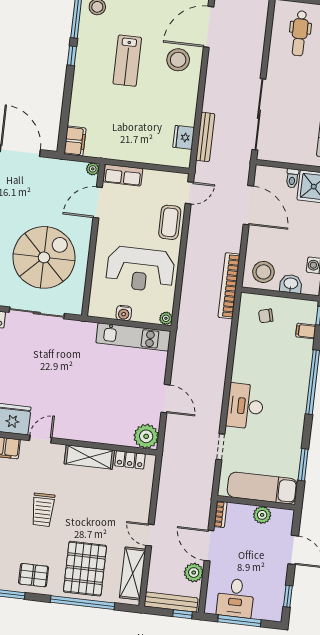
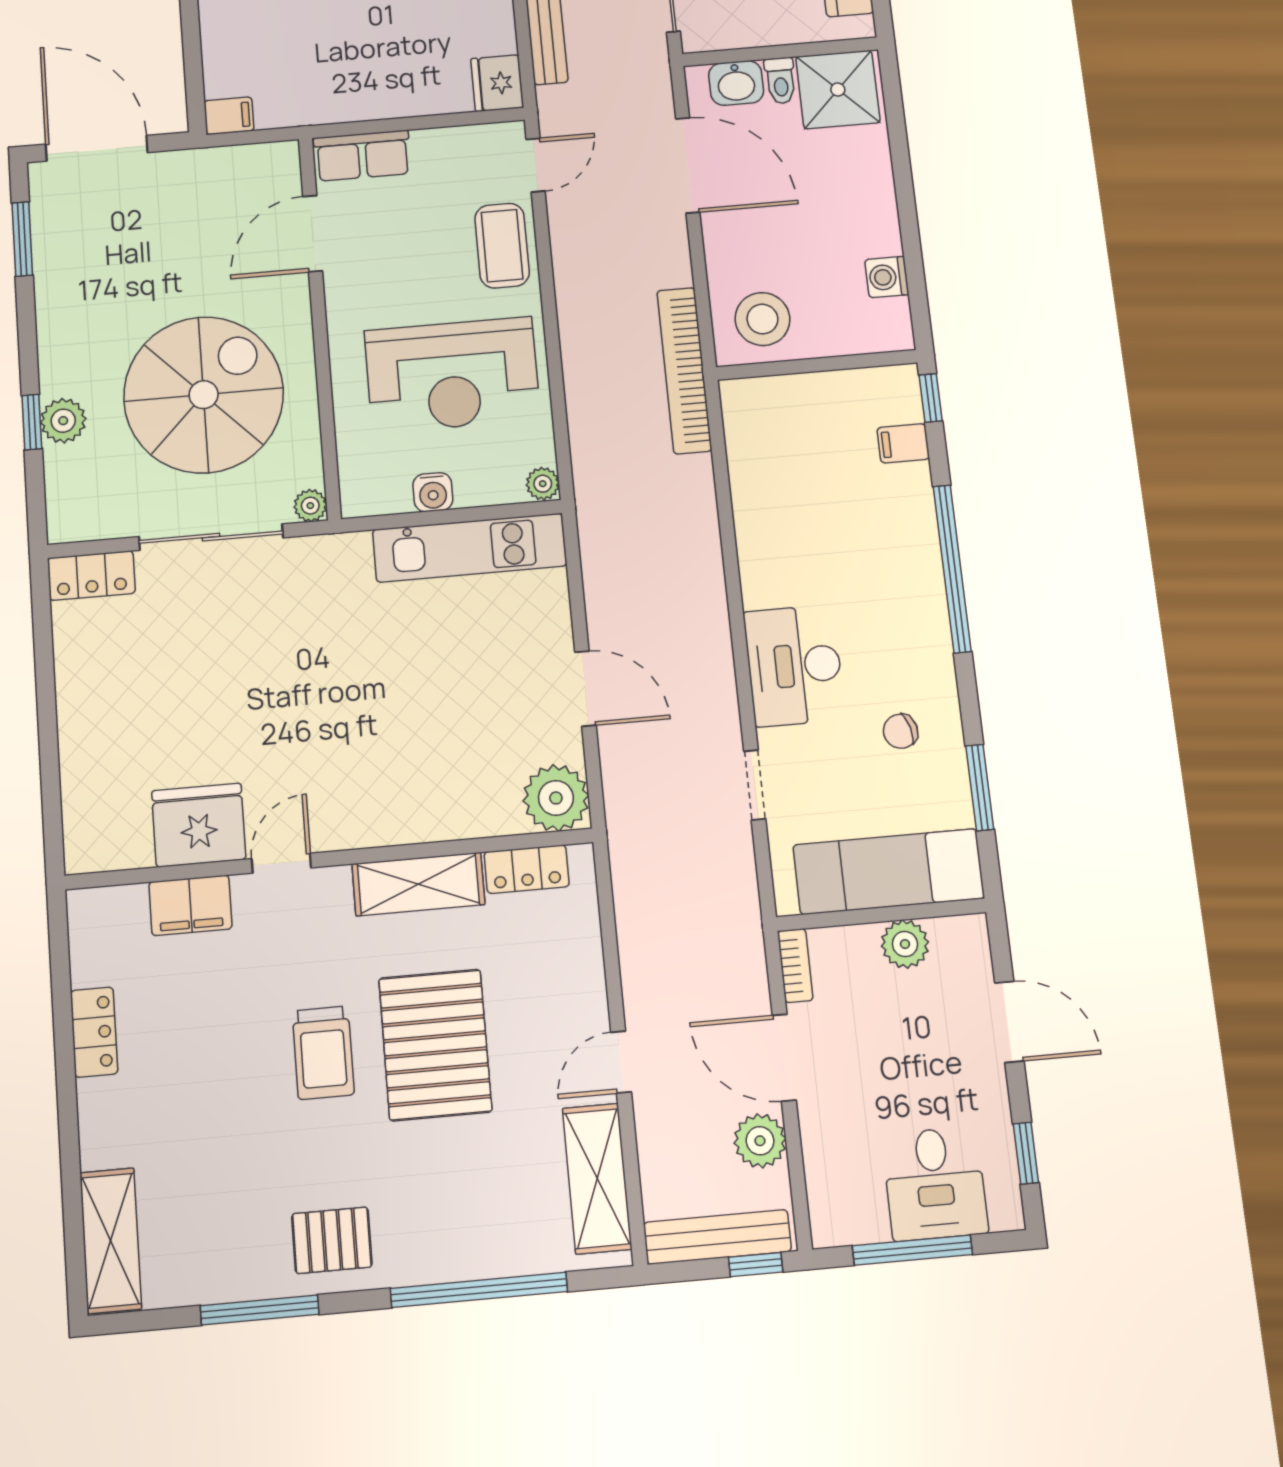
fridge: (184, 137) -> (497, 83), moved
filing cabinet: (75, 141) -> (229, 116), width x0.50
plant: (93, 169) -> (310, 506), moved
washbasin: (291, 284) -> (736, 83), moved, turned 180
chair: (266, 316) -> (901, 731), moved
door: (150, 535) -> (621, 1062), hinge flipped
pallet: (85, 569) -> (435, 1045), moved
desk: (235, 598) -> (935, 1184), moved

